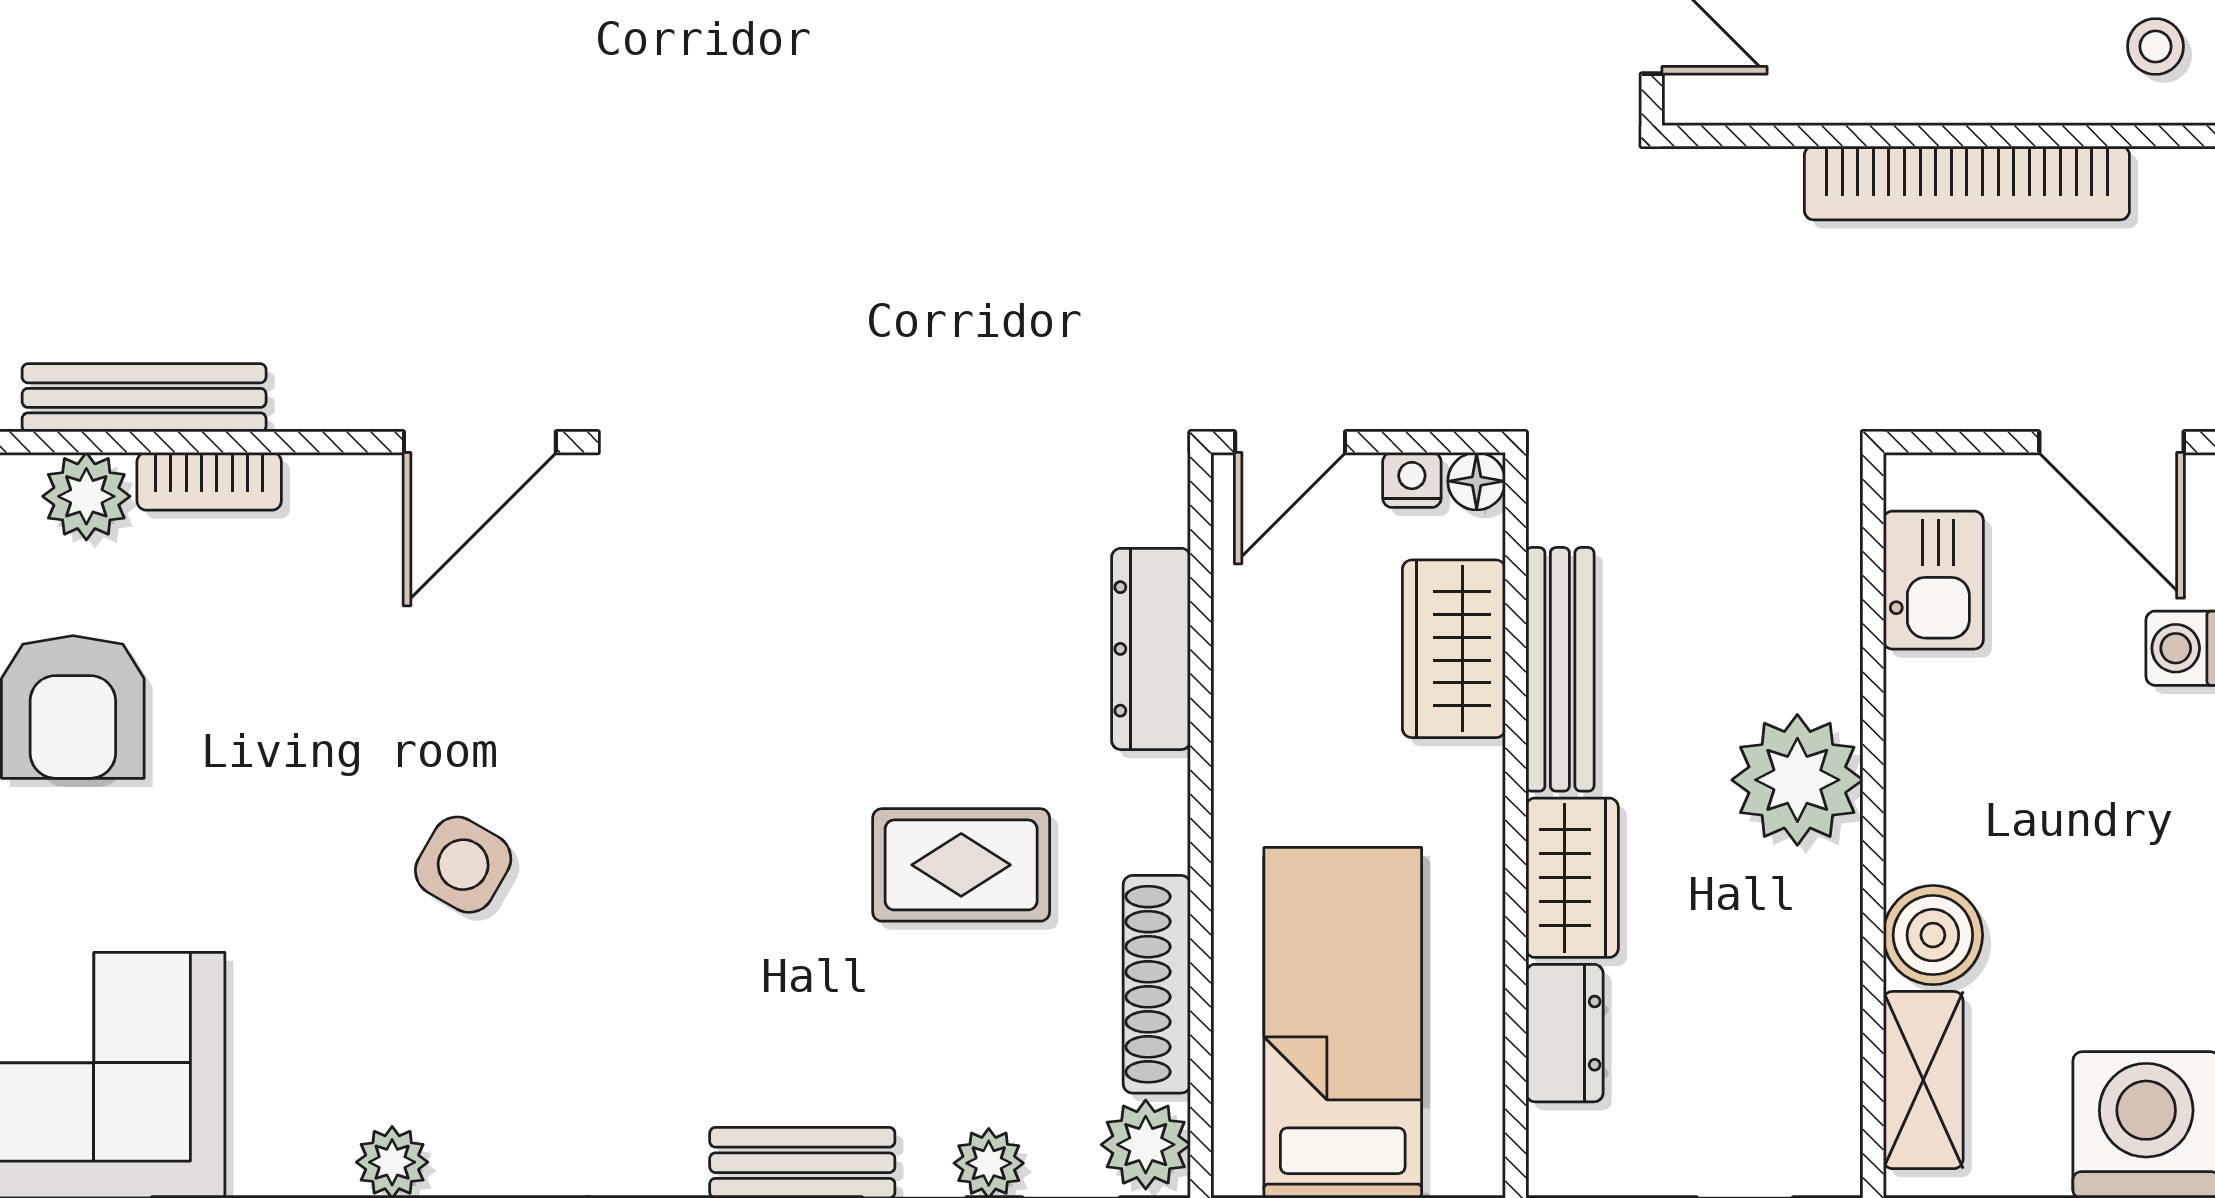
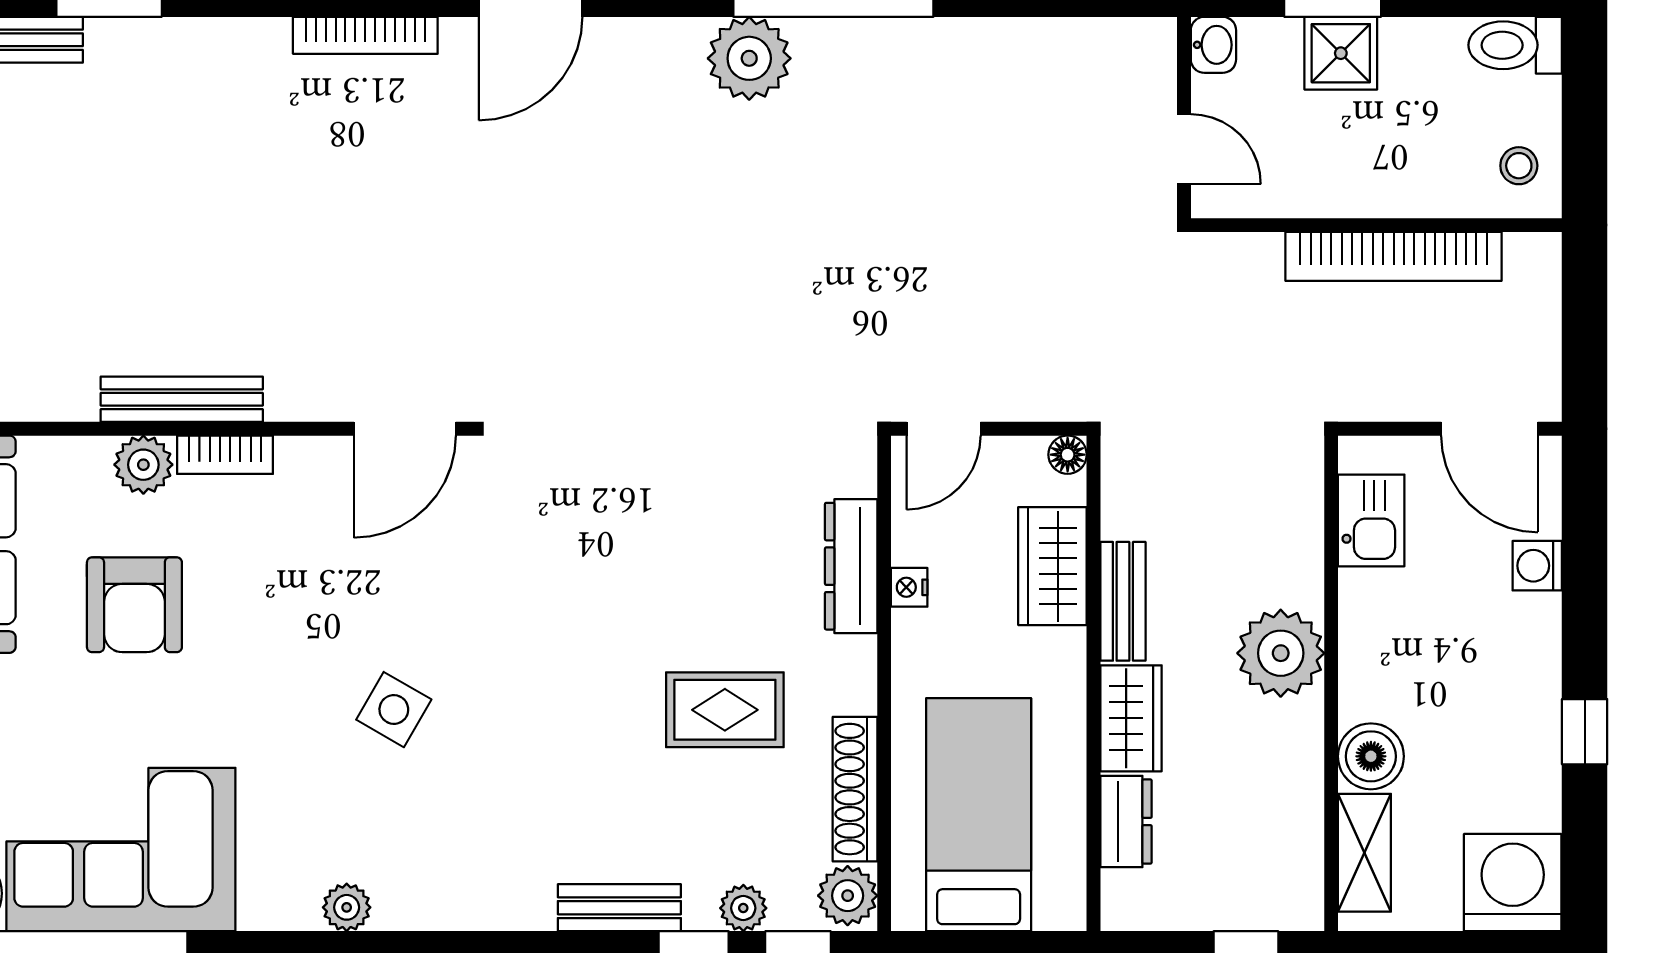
nightstand: (1412, 480) -> (909, 587), moved, turned -90
bench: (1560, 669) -> (1123, 601), width x0.73

